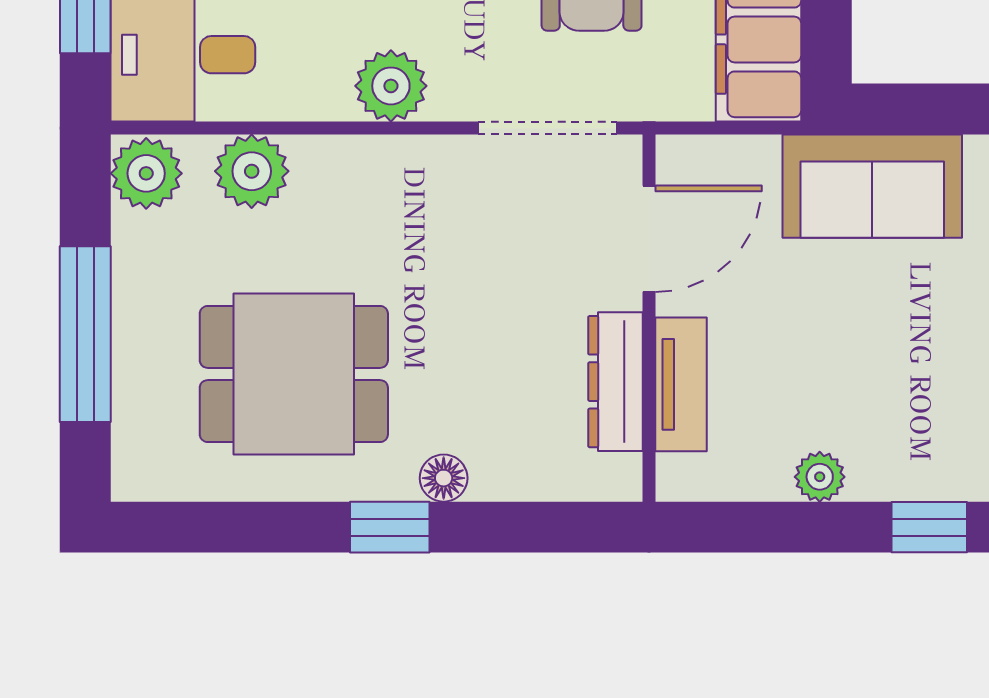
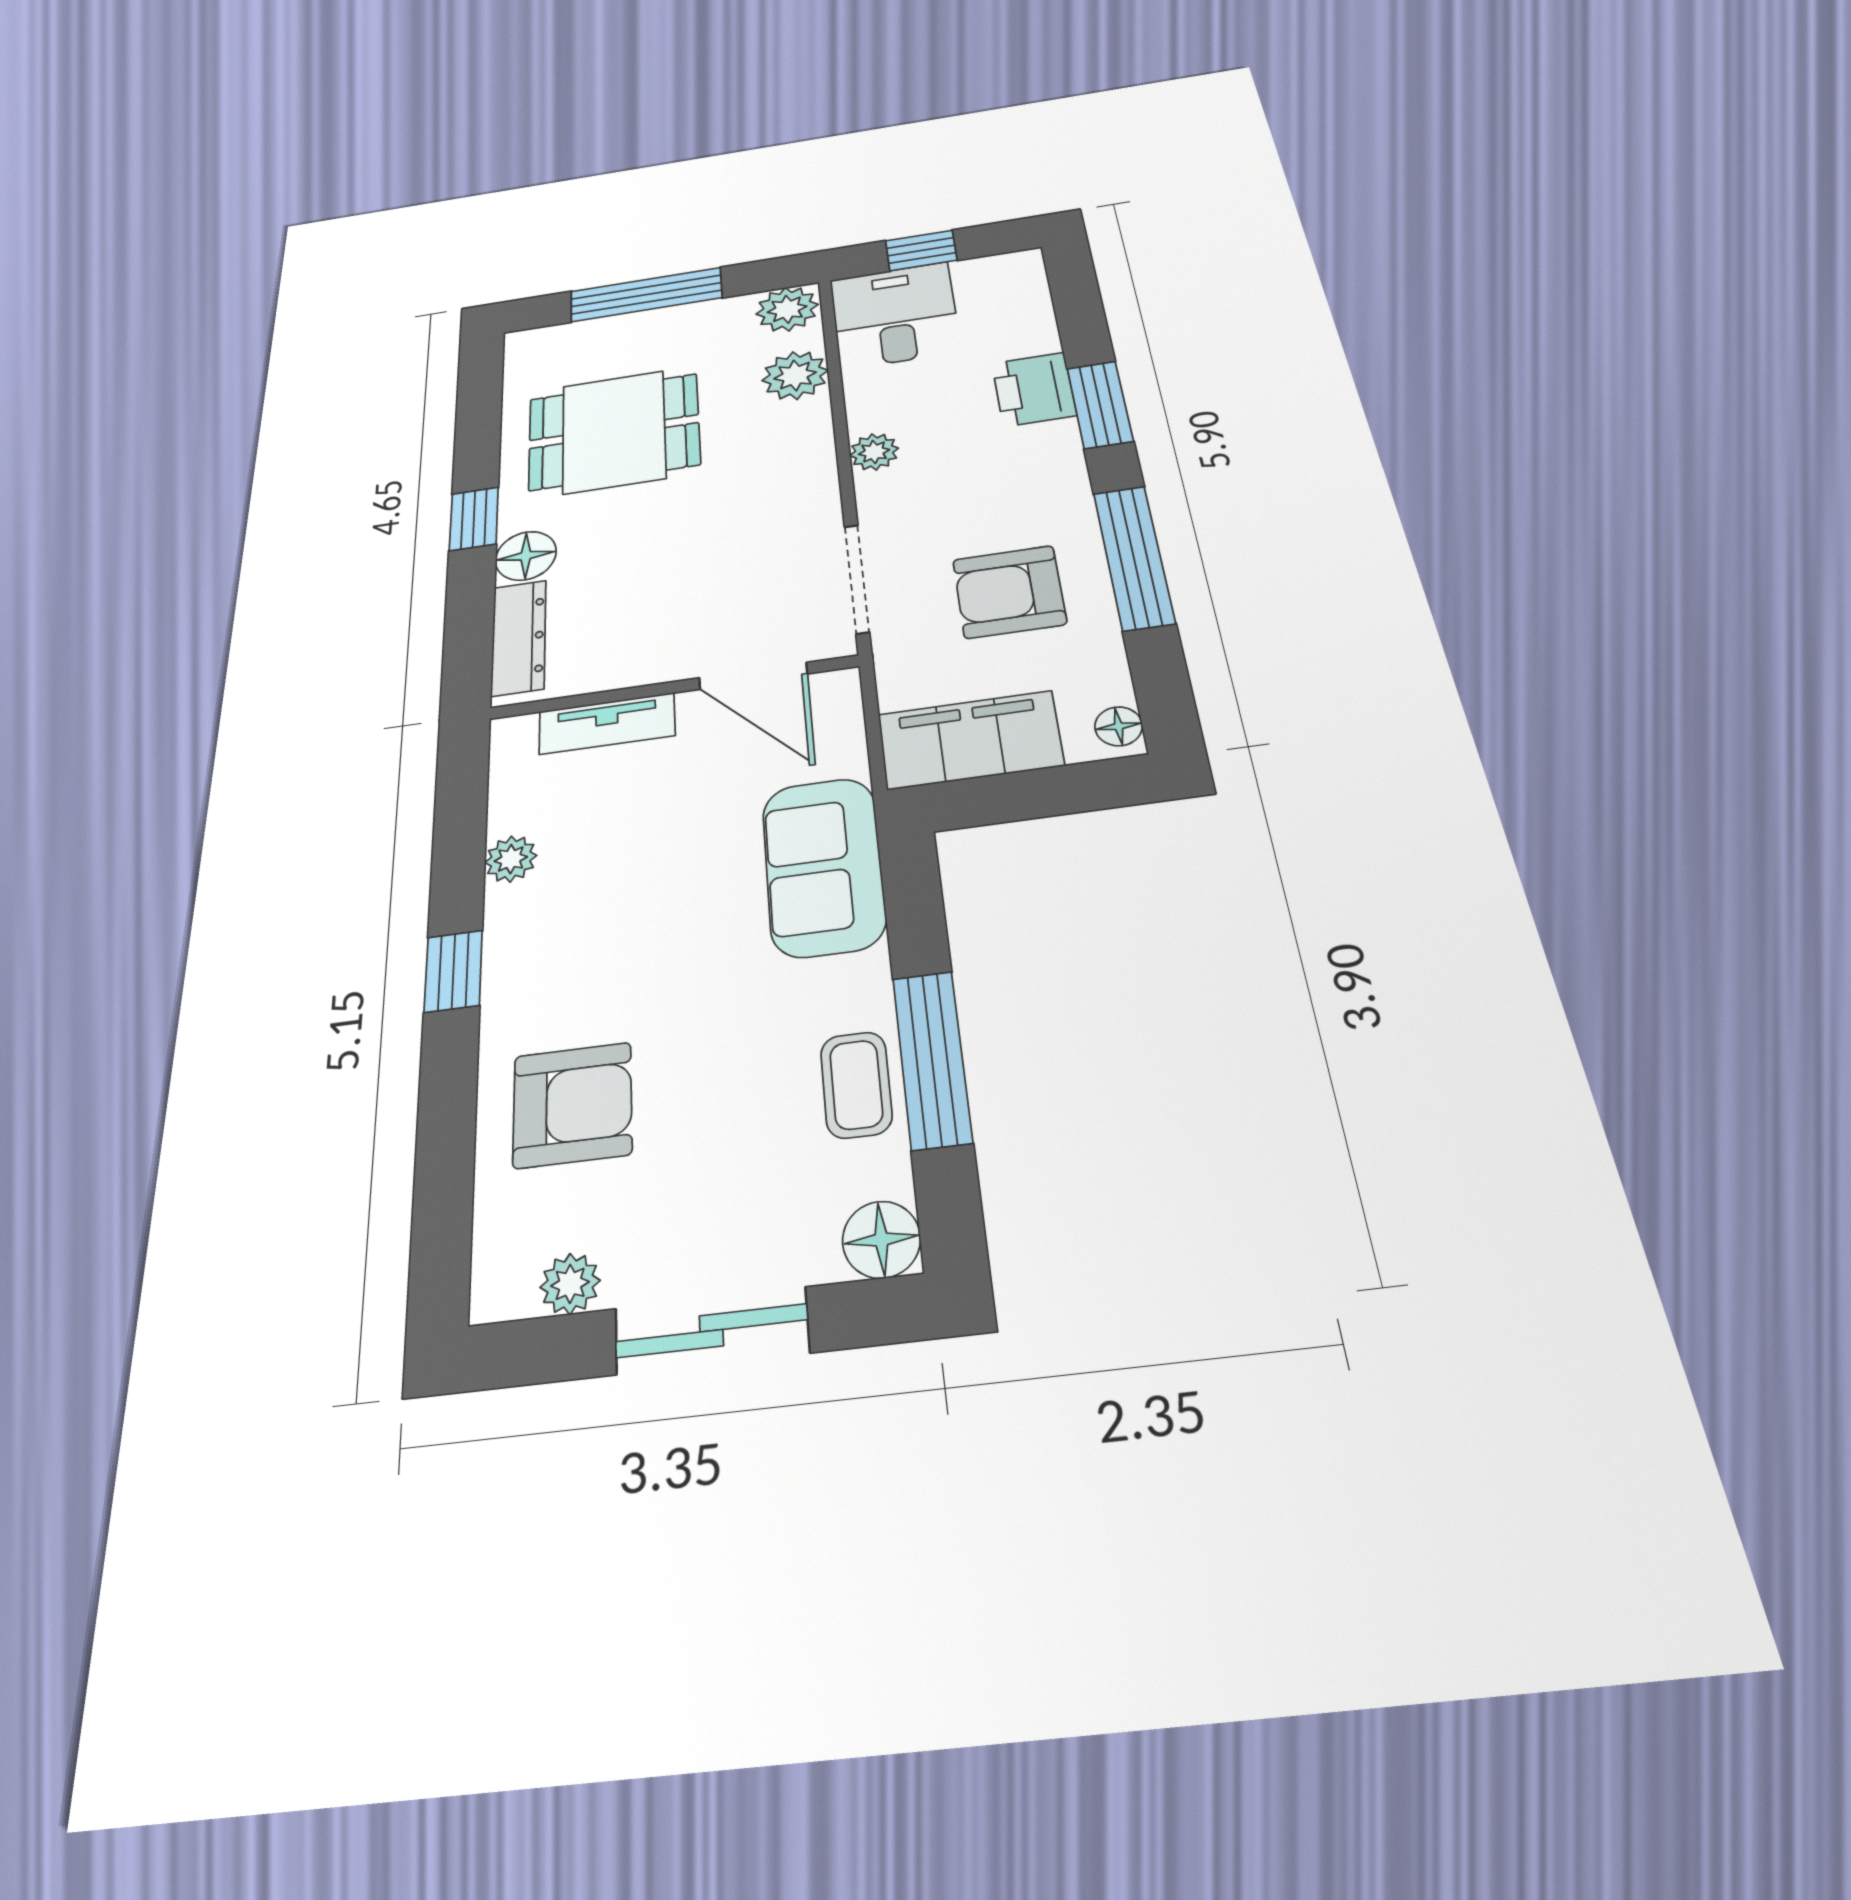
plant: (391, 86) -> (874, 452), width x0.73, depth x0.73
dining table: (294, 374) -> (614, 432), turned 90
dresser: (615, 382) -> (519, 638), moved, turned 90
floor lamp: (444, 478) -> (526, 556), width x1.37, depth x1.37

